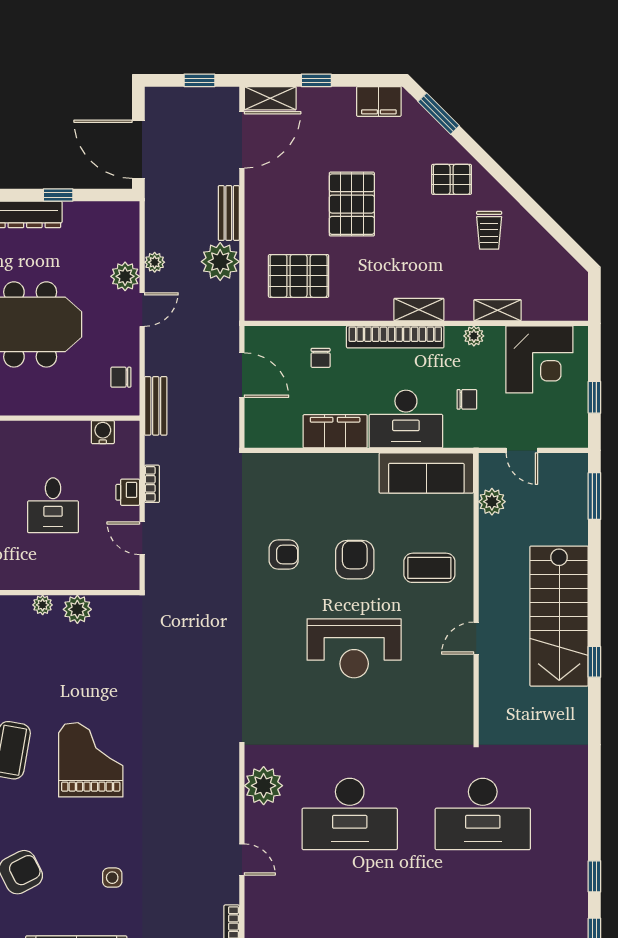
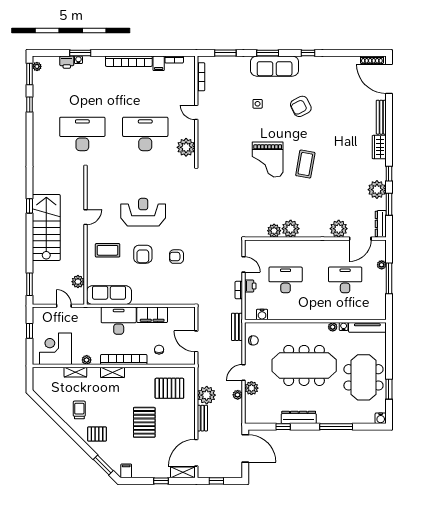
filing cabinet: (379, 101) -> (126, 471), width x0.50
chair: (467, 399) -> (90, 330), removed
desk: (53, 505) -> (286, 280), width x1.37
plant: (43, 605) -> (291, 229), width x1.88, depth x1.88

